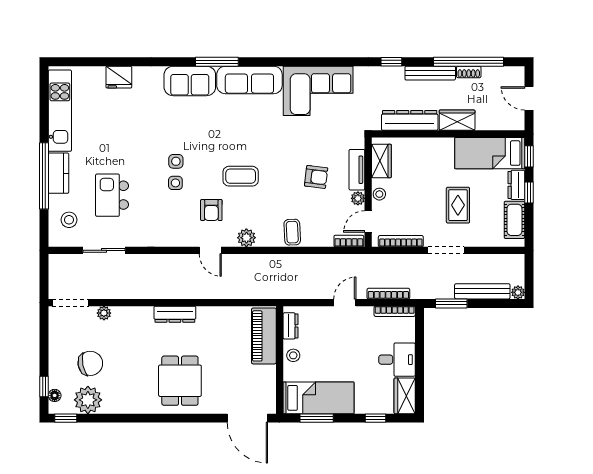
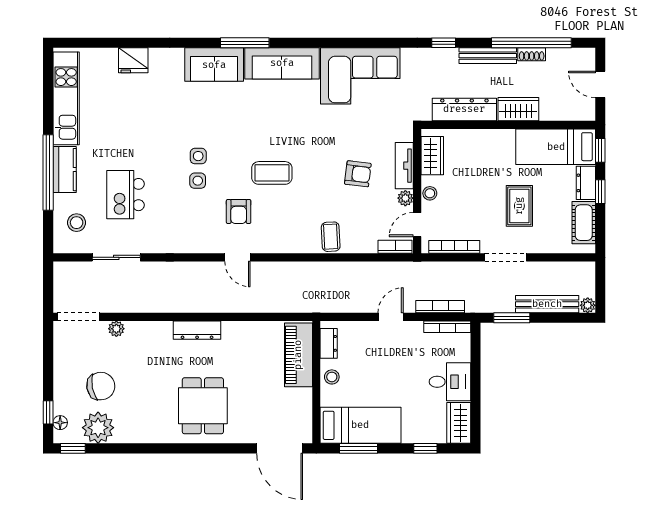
plant: (246, 238) -> (279, 243), removed

